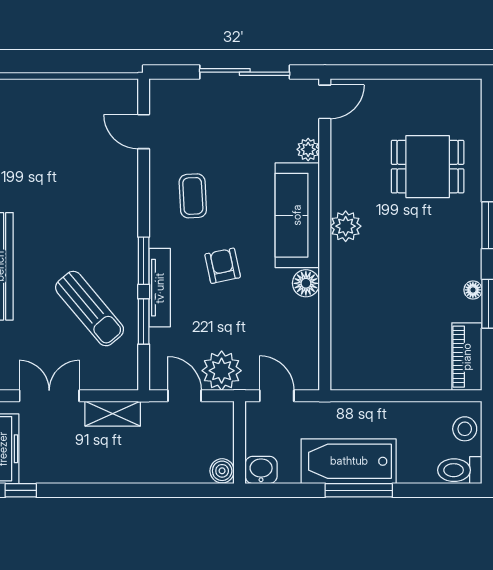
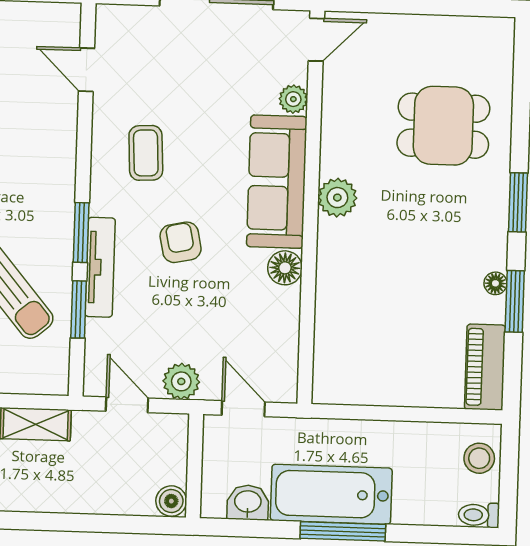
plant: (222, 371) -> (181, 381), width x0.73, depth x0.73
washbasin: (261, 470) -> (248, 502), moved
toilet: (460, 470) -> (479, 515), width x0.73, depth x0.72

